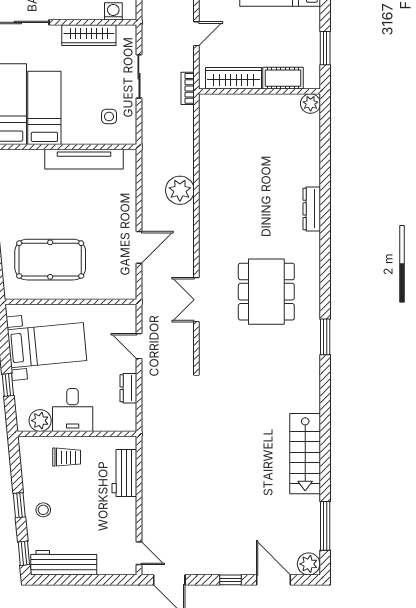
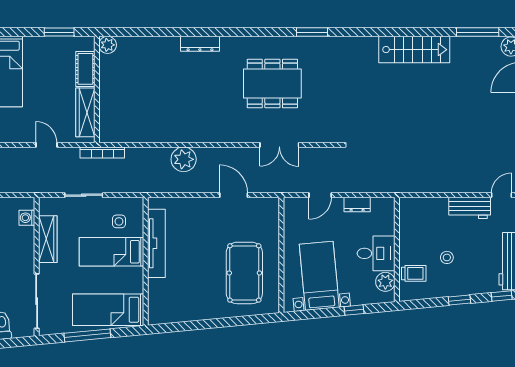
bookcase: (188, 88) -> (102, 153), width x1.56
bed: (44, 108) -> (111, 252), moved
trolley: (67, 457) -> (414, 273), moved, turned 90
workbench: (124, 473) -> (470, 208), moved
stool: (43, 510) -> (447, 257), moved

